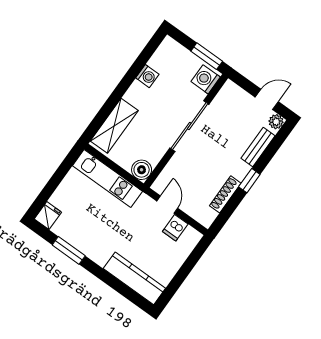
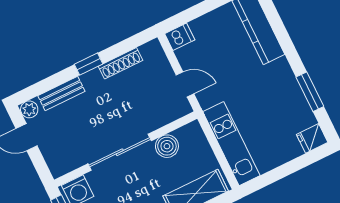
boiler: (142, 170) -> (167, 146), moved
door: (167, 205) -> (185, 84), swing flipped
dishwasher: (175, 228) -> (180, 37), moved

